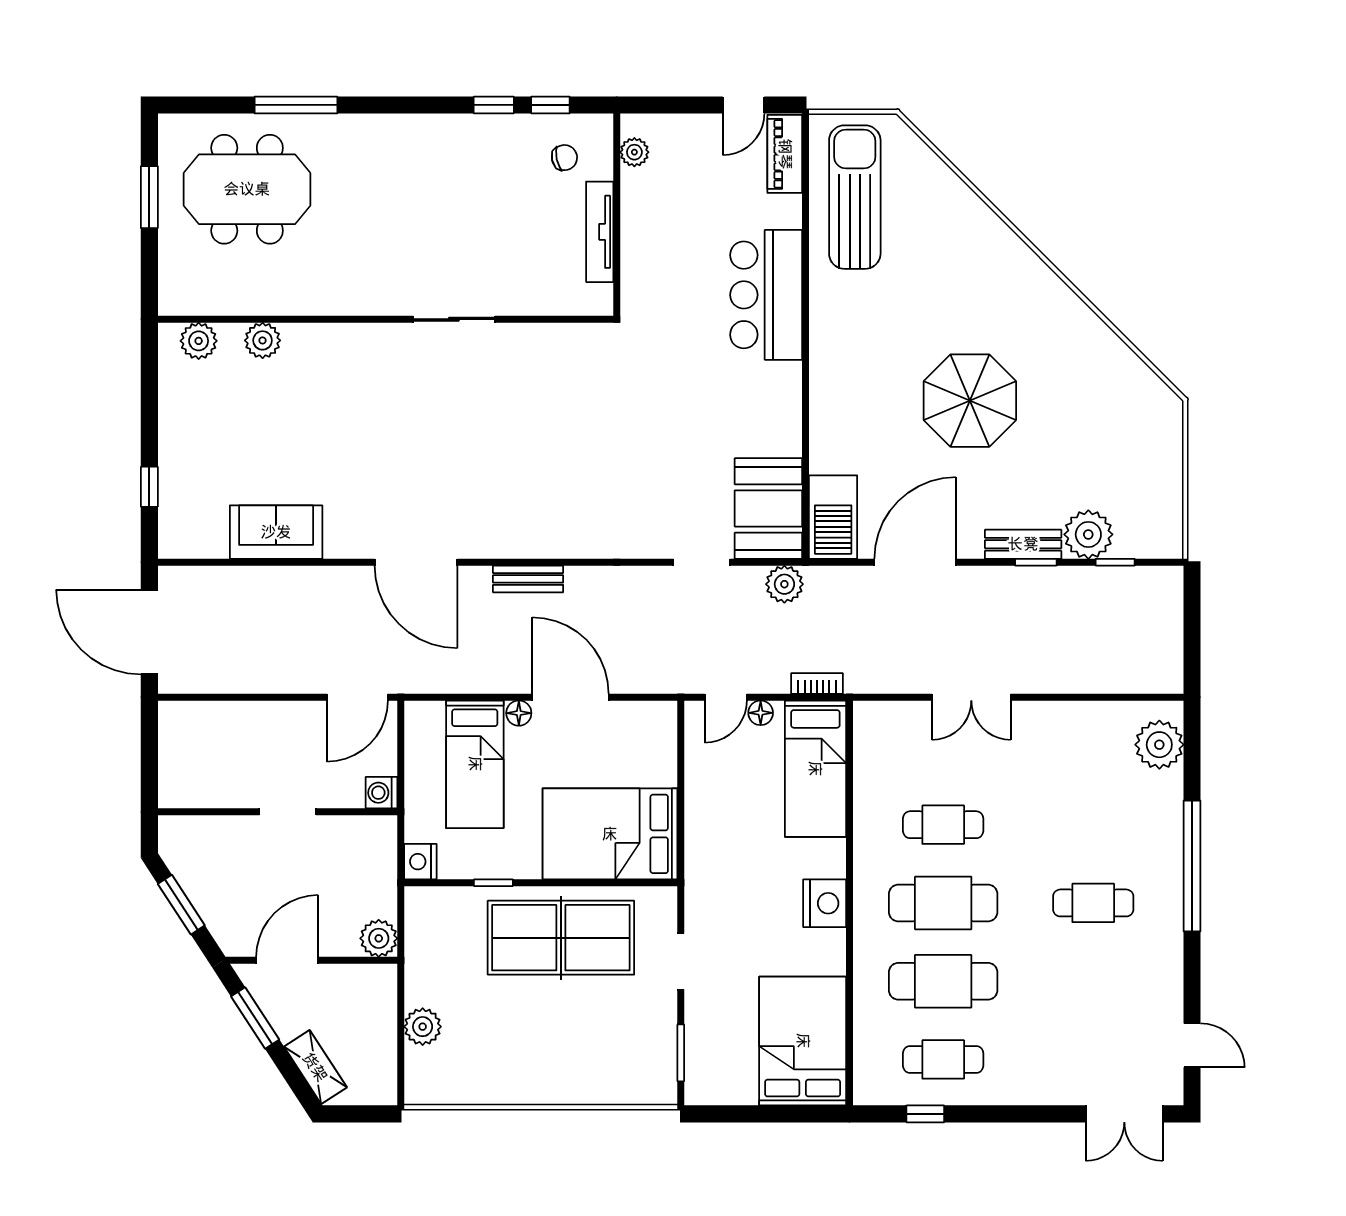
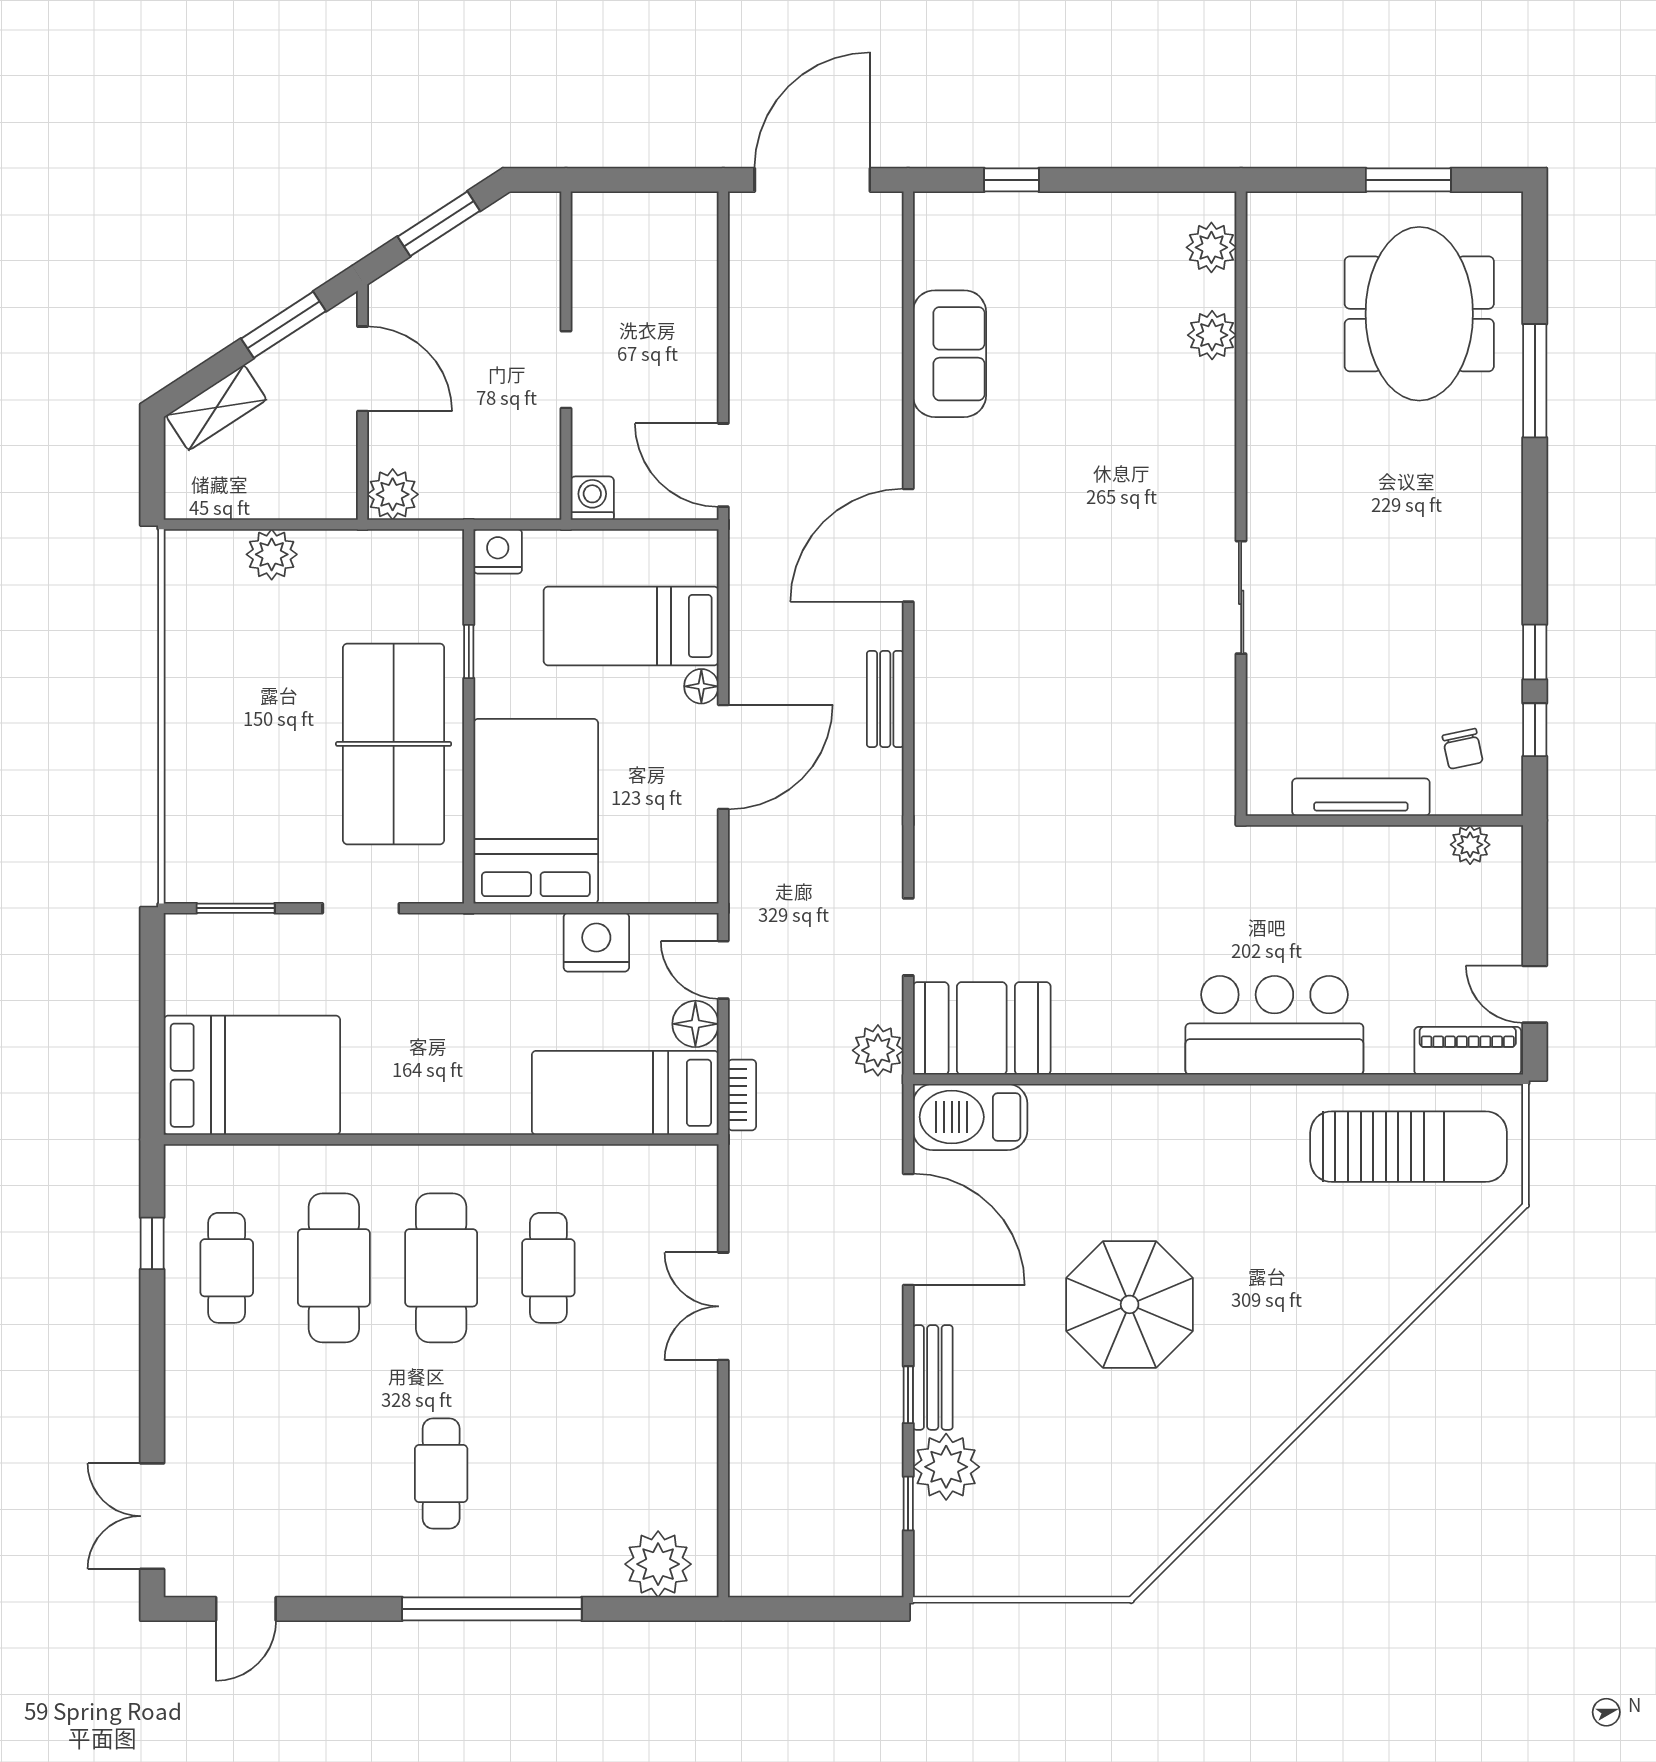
floor lamp: (761, 713) -> (695, 1024), width x1.37, depth x1.37
nightstand: (825, 903) -> (596, 942), moved, turned 180

